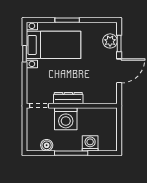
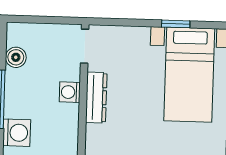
washing machine: (66, 119) -> (70, 92), width x0.53, depth x0.53

